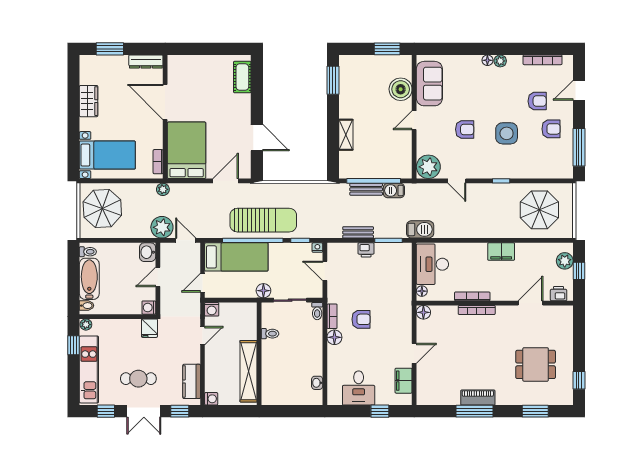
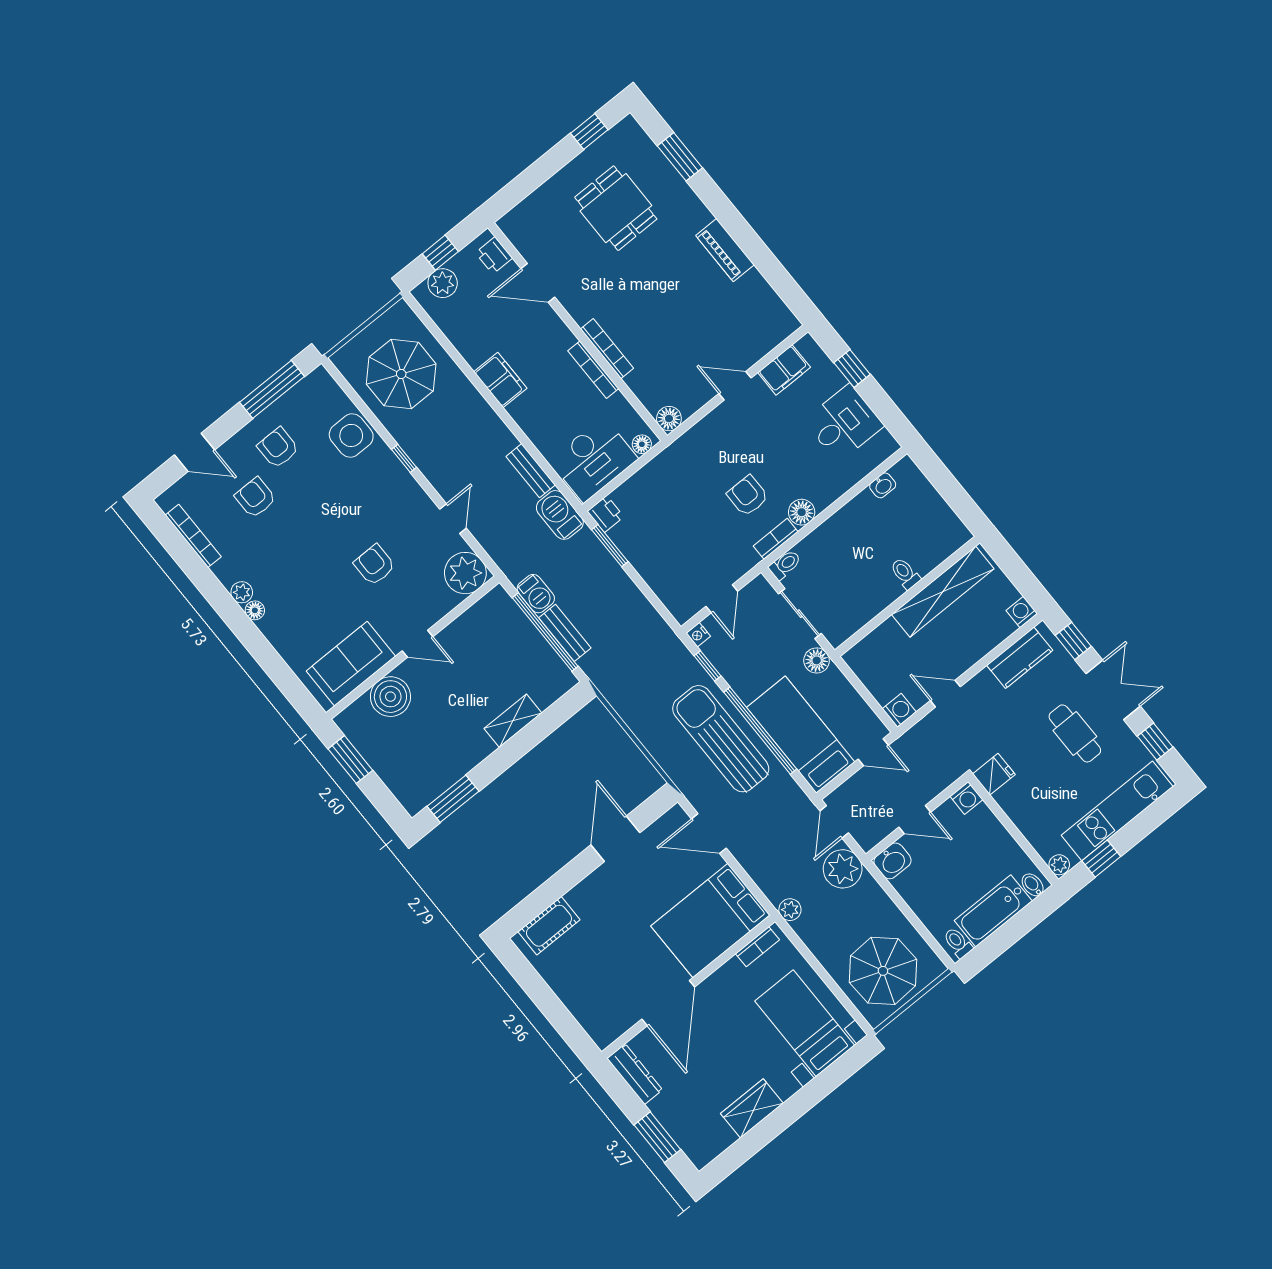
side table: (507, 133) -> (351, 435), moved
bench: (358, 232) -> (531, 471), moved
printer: (366, 250) -> (605, 514), moved
toilet: (270, 334) -> (905, 574), moved
window: (474, 411) -> (747, 240), removed

